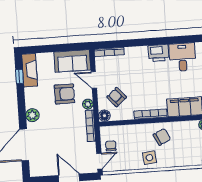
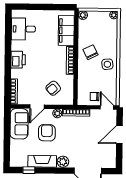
printer: (158, 53) -> (18, 60), moved
fireplace: (30, 70) -> (42, 161), moved
floor lamp: (104, 116) -> (68, 100), removed

